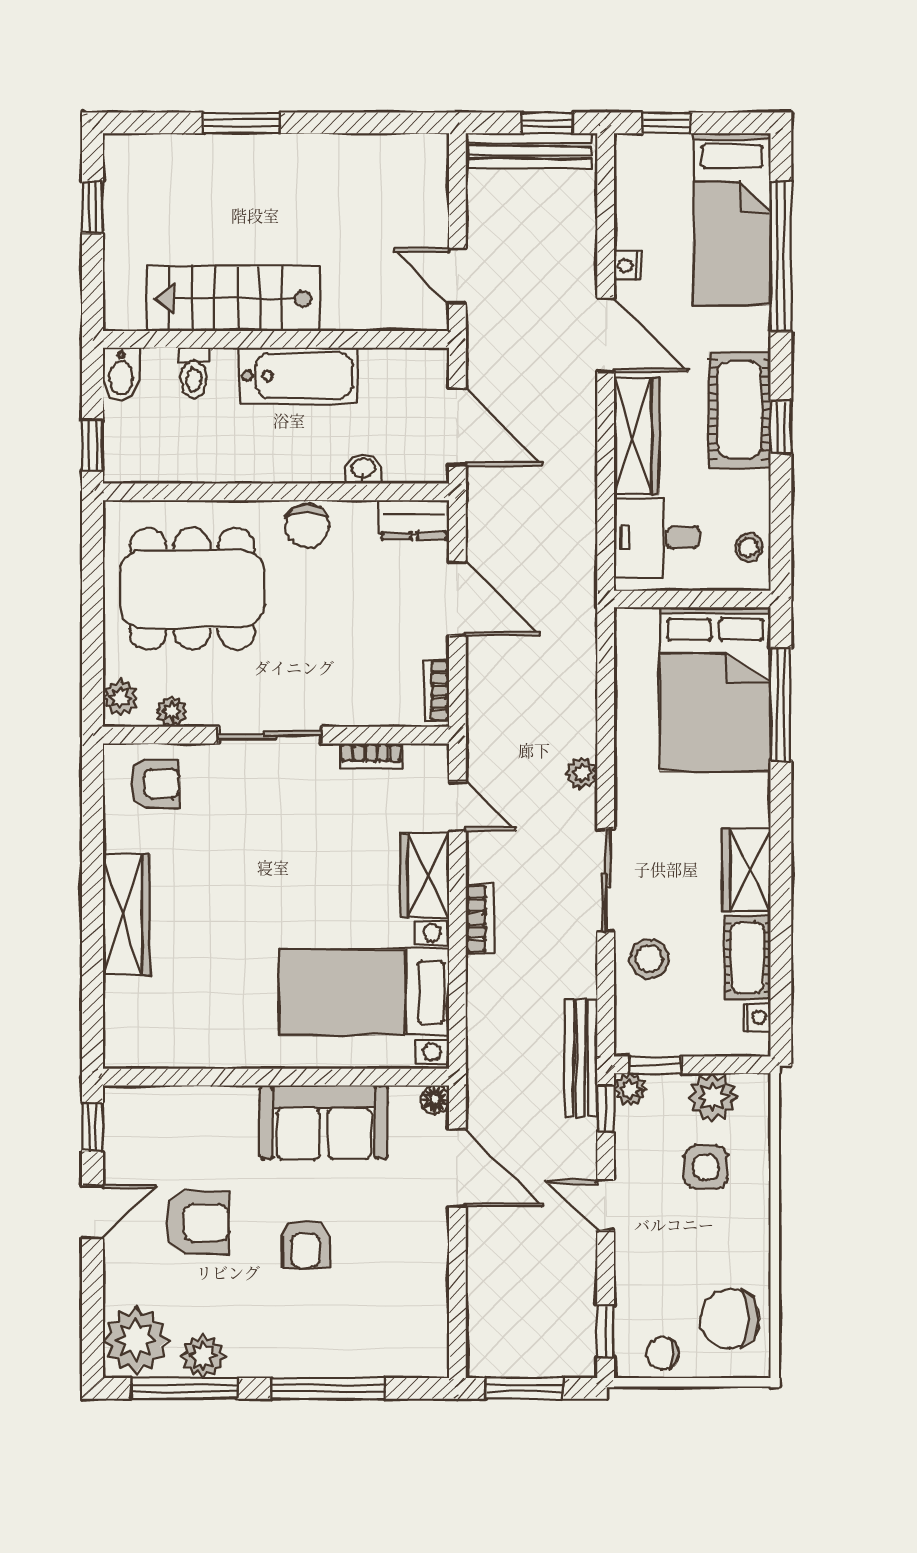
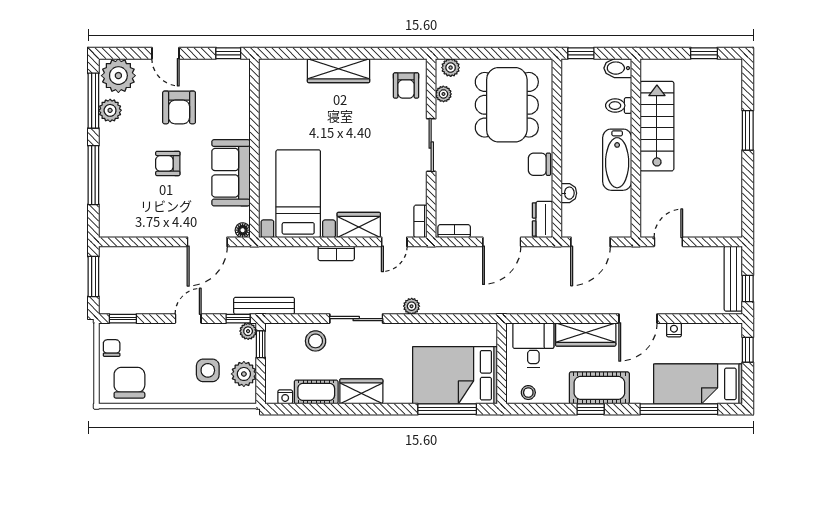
bookcase: (371, 756) -> (420, 221), moved
door: (93, 1212) -> (166, 53), moved

